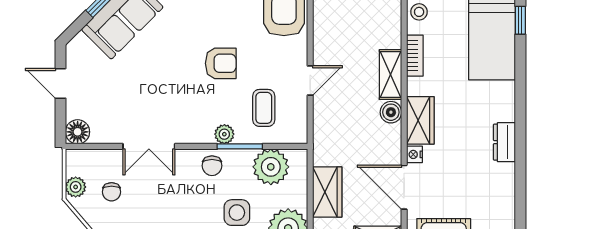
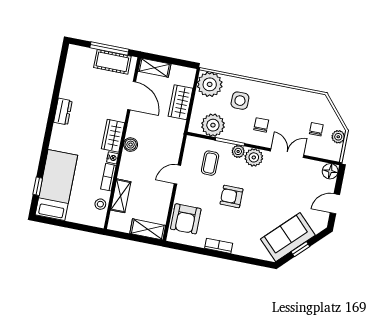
shelving: (390, 75) -> (121, 196), moved
door: (60, 83) -> (335, 204), swing flipped
plant: (199, 130) -> (254, 157), added
nightstand: (414, 154) -> (113, 158), moved
chair: (212, 166) -> (261, 125), moved

